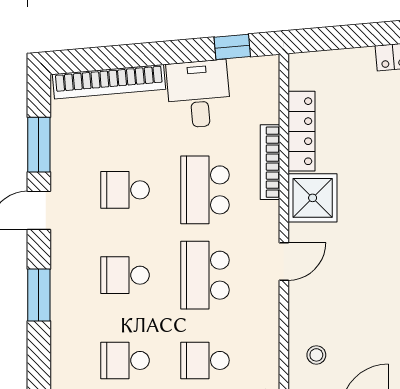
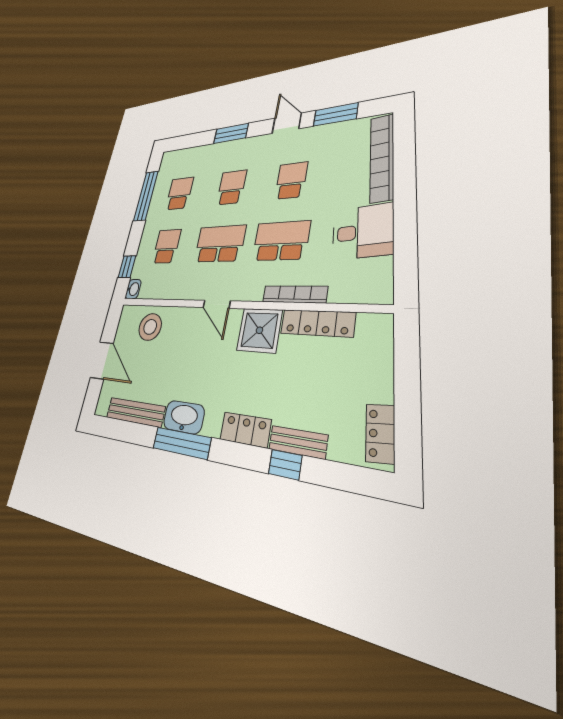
window: (232, 47) -> (405, 260), removed
stool: (316, 355) -> (150, 327), width x1.89, depth x1.89

